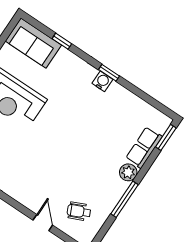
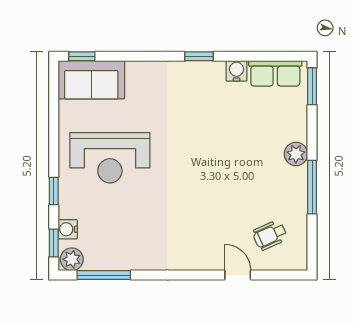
window: (62, 41) -> (82, 56), moved
water cooler: (102, 81) -> (237, 71), moved
row of seats: (144, 147) -> (275, 73), moved, turned -90

